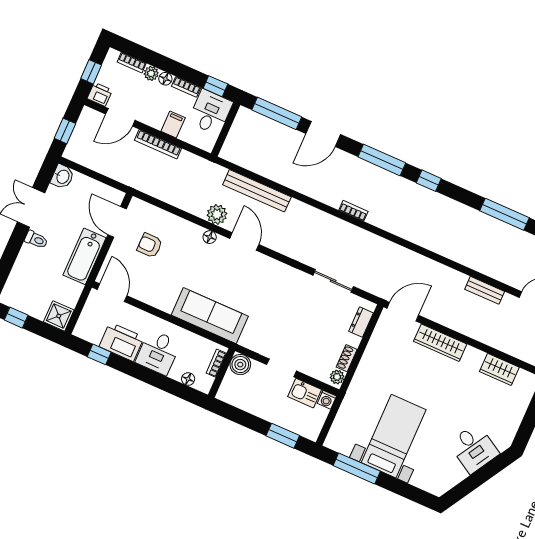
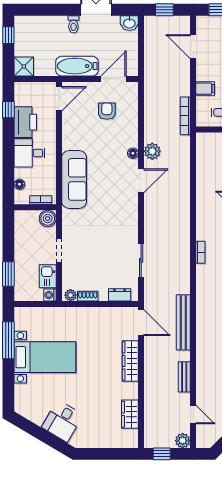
printer: (100, 94) -> (203, 24), removed
bookcase: (158, 144) -> (185, 116), moved
bench: (257, 191) -> (183, 322), moved

